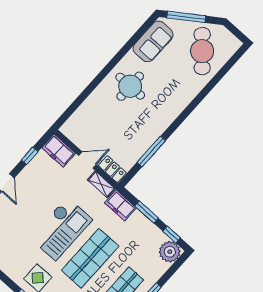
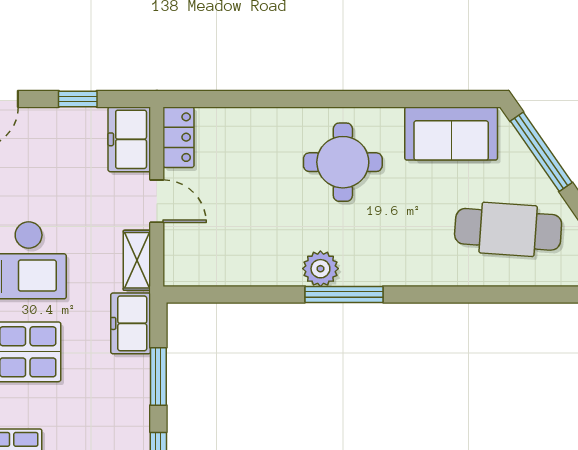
cafe table: (202, 51) -> (508, 229), turned 46
plant: (159, 126) -> (320, 269), added
window: (151, 152) -> (344, 294), moved
locker: (112, 169) -> (178, 137), moved

